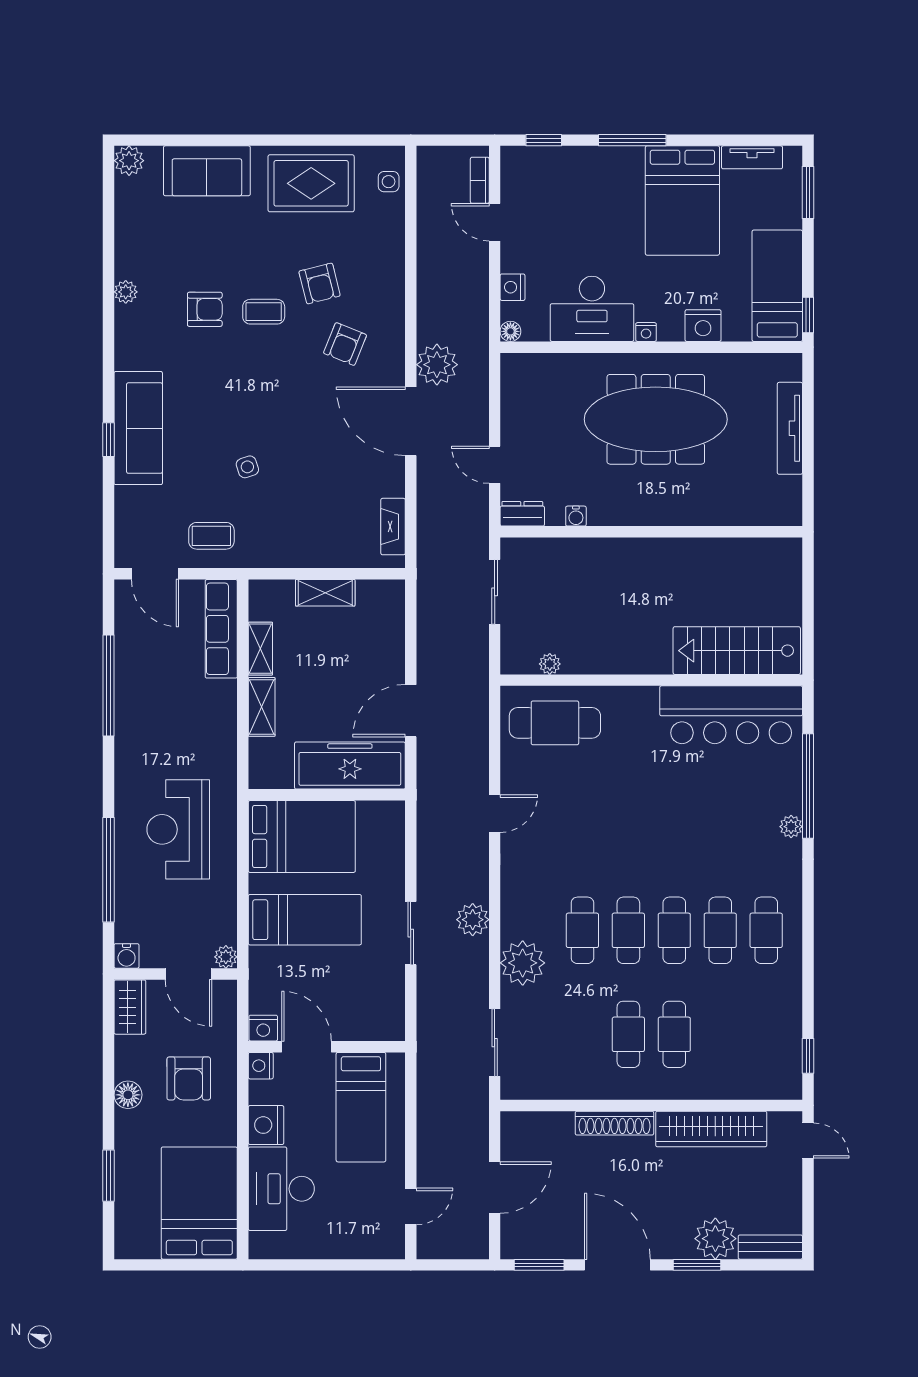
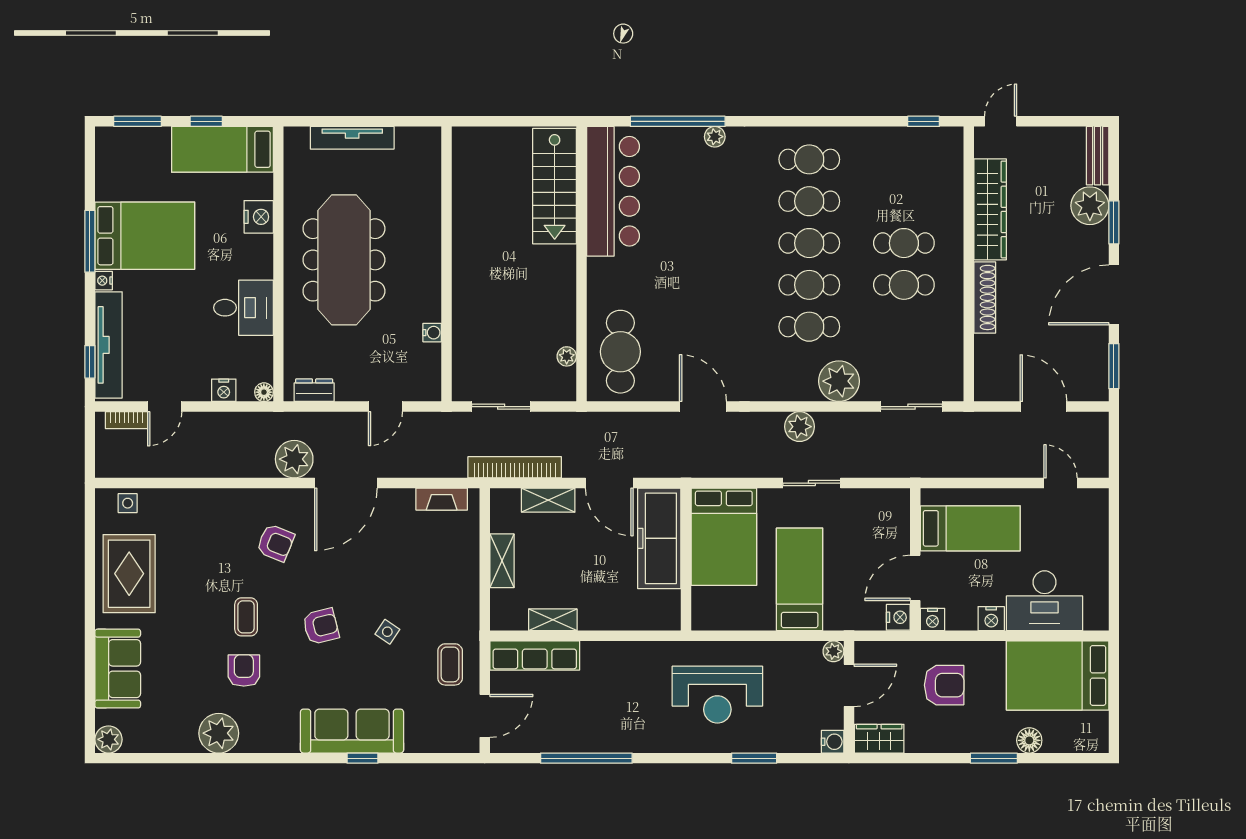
window: (632, 140) -> (90, 241), moved
tv unit: (752, 157) -> (109, 345), moved, width x1.92, depth x1.29
armchair: (320, 283) -> (321, 626), moved
plant: (126, 292) -> (219, 733), width x1.87, depth x1.87
desk: (592, 309) -> (243, 308), width x0.73
window: (808, 315) -> (206, 121), moved
nightstand: (646, 332) -> (104, 281), moved, turned 180
side table: (247, 467) -> (387, 632), turned -38
dresser: (522, 514) -> (314, 390), moved, turned 90
bookcase: (428, 607) -> (515, 467), added
shelving: (262, 707) -> (548, 500), moved
door: (495, 814) -> (703, 407), width x1.38
bed: (302, 836) -> (724, 537), moved, turned 180
window: (109, 870) -> (754, 758), width x0.47
floor lamp: (128, 1095) -> (1029, 740), moved
nightstand: (266, 1125) -> (991, 619), width x0.74, depth x0.75
window: (109, 1176) -> (994, 758), moved

